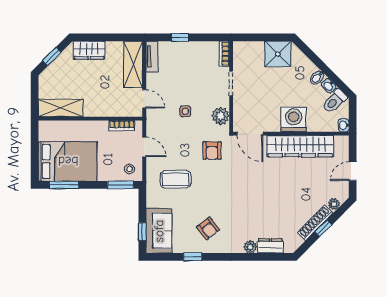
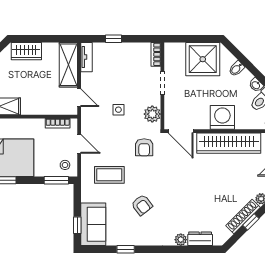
shower: (278, 54) -> (203, 59), width x1.37, depth x1.37
bidet: (317, 77) -> (237, 69), moved
armchair: (208, 228) -> (142, 205), moved

